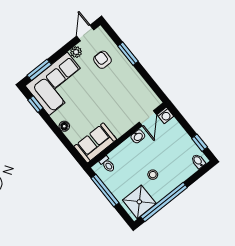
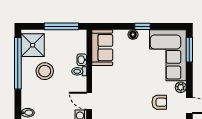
window: (35, 104) -> (143, 26), moved
washbasin: (138, 136) -> (82, 60), moved
toilet: (107, 164) -> (79, 71), moved
stool: (153, 175) -> (45, 71), width x1.89, depth x1.89

